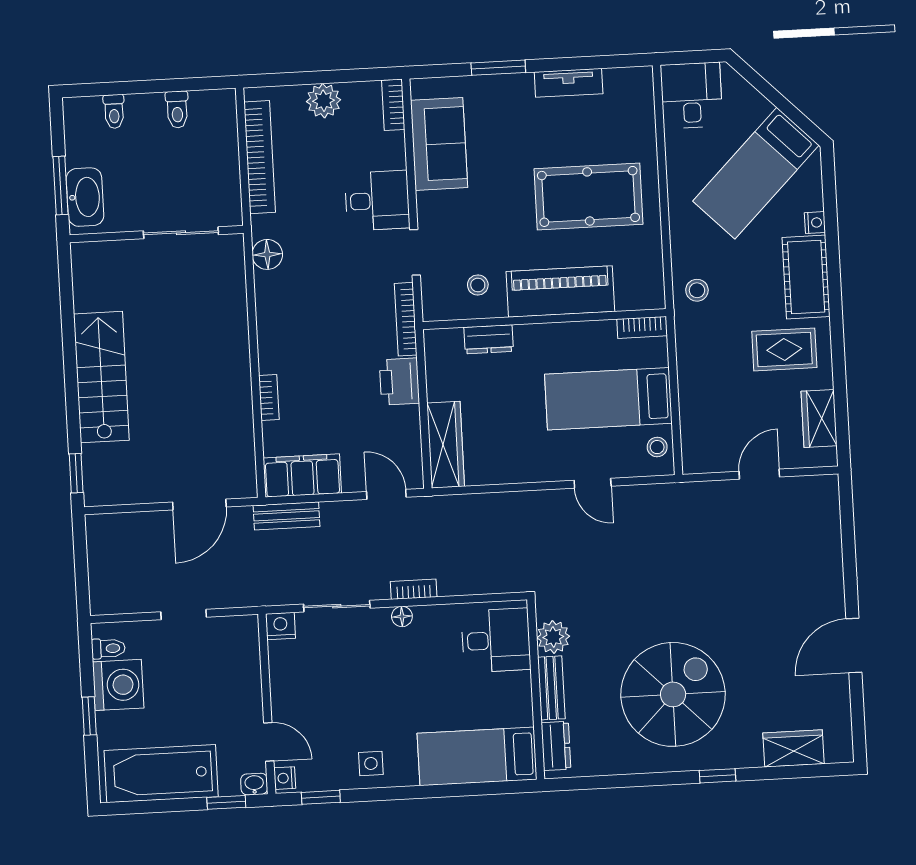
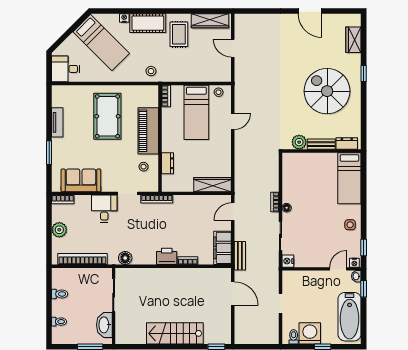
washbasin: (85, 197) -> (104, 325), moved, turned -90
printer: (399, 382) -> (167, 256), moved, turned 180
wardrobe: (819, 419) -> (210, 21), width x1.50
desk: (496, 640) -> (299, 167), removed

